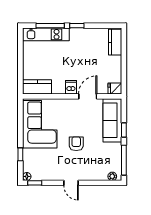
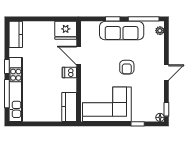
kitchen unit: (46, 34) -> (16, 89), width x1.36
kitchen counter: (115, 42) -> (16, 34), moved, turned -90
fridge: (115, 88) -> (66, 30), width x1.88, depth x1.34
sofa: (112, 120) -> (122, 31), moved
armchair: (76, 144) -> (127, 67), turned -90

